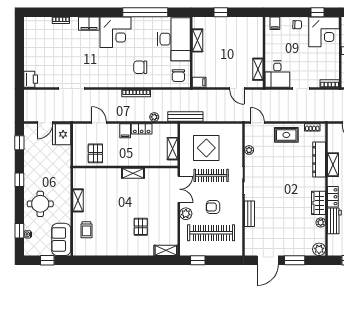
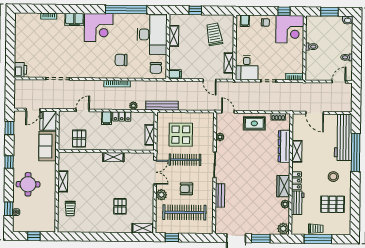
trolley: (241, 38) -> (214, 34), added
door: (99, 123) -> (83, 110), hinge flipped
sofa: (61, 239) -> (48, 146), moved

